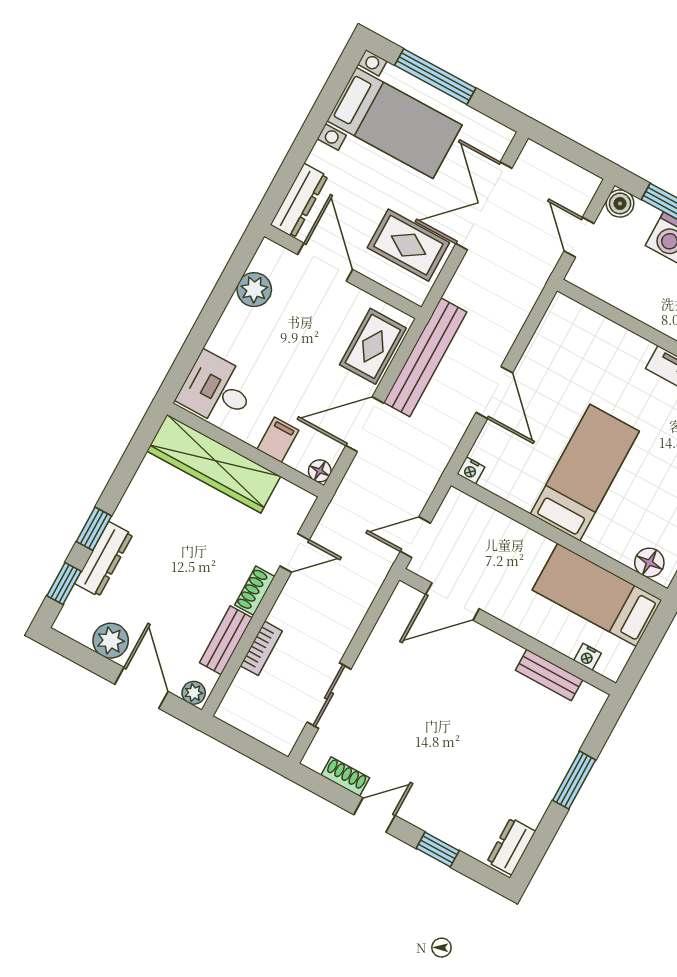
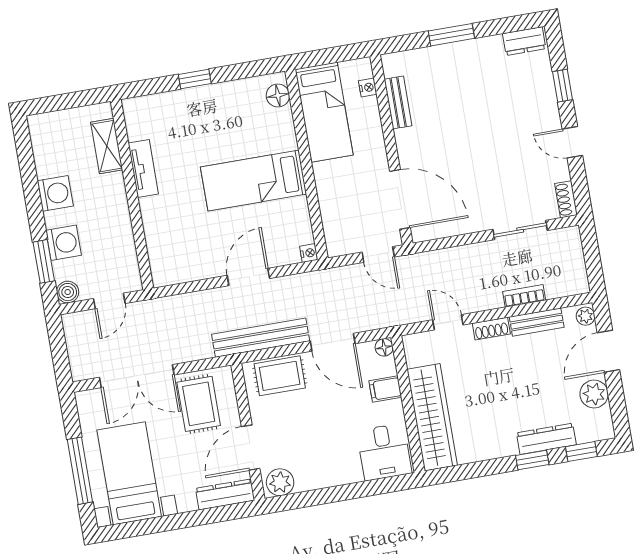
plant: (254, 290) -> (280, 482), moved
door: (452, 601) -> (400, 199), width x1.36
shoe rack: (345, 776) -> (566, 199), moved

